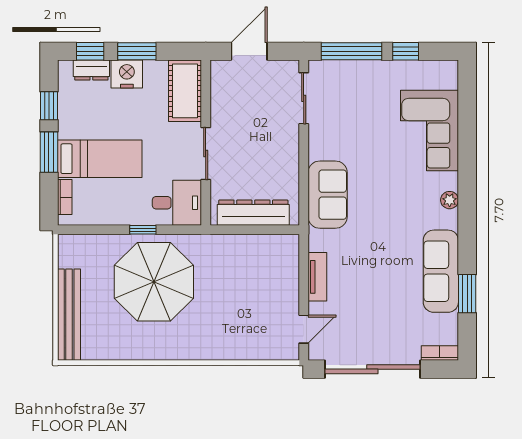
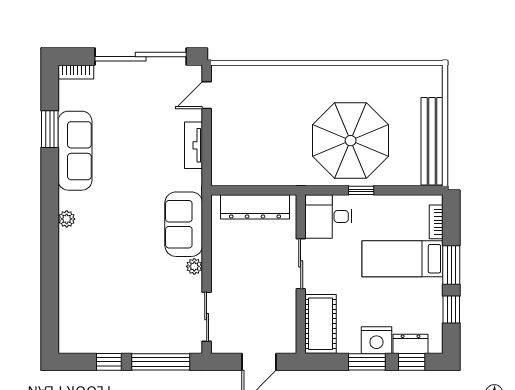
corner sofa: (430, 130) -> (86, 286), removed
plant: (317, 151) -> (194, 266), added
bench: (69, 315) -> (432, 141), moved

